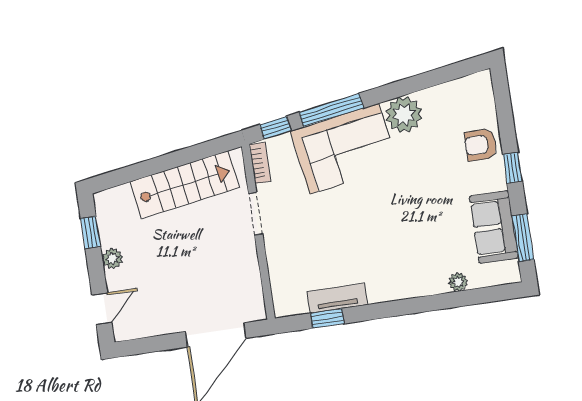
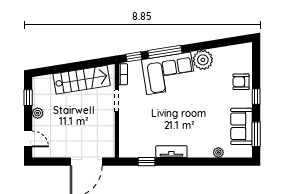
tv unit: (337, 298) -> (171, 152), moved
door: (102, 309) -> (28, 139), hinge flipped

